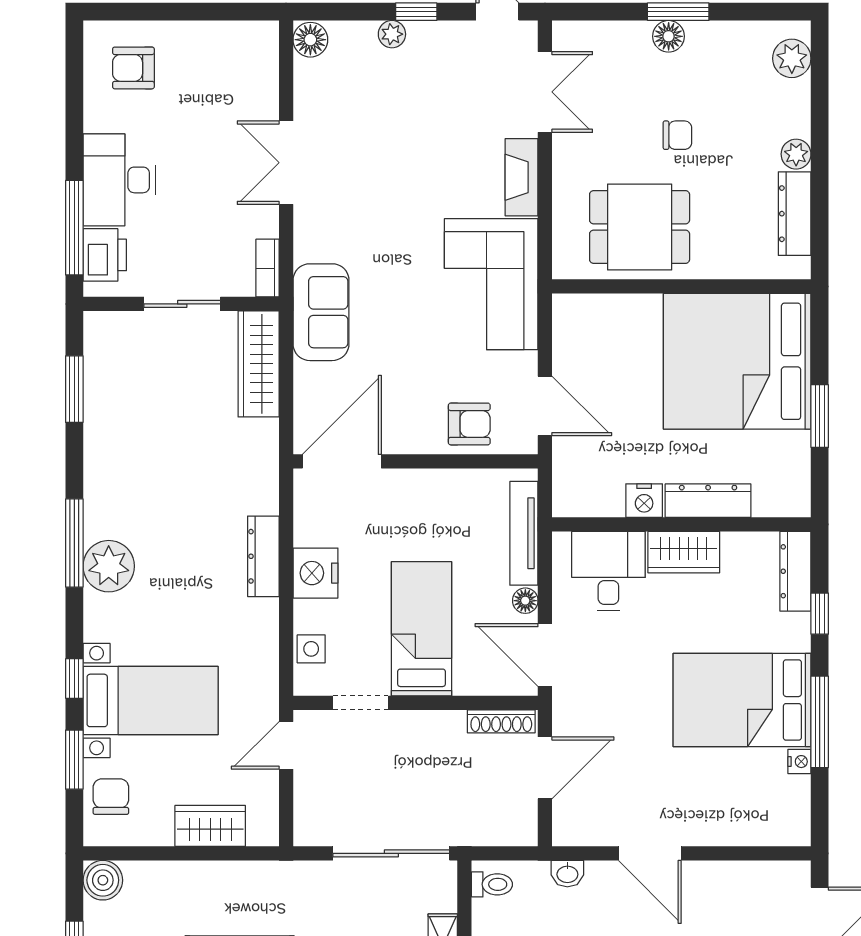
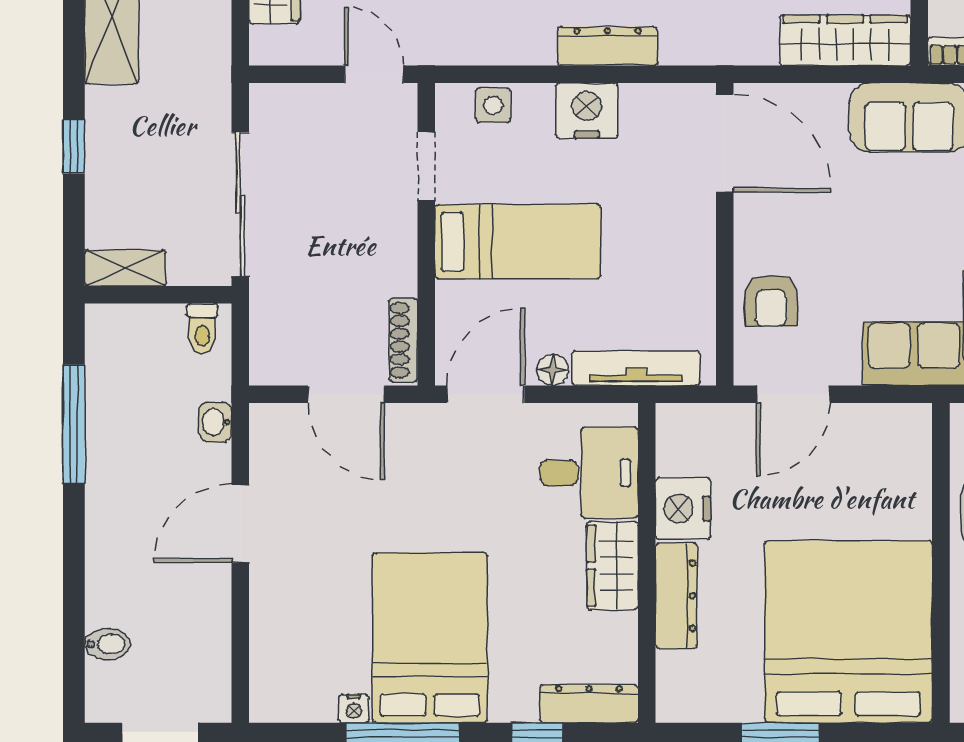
nightstand: (644, 501) -> (683, 509), width x1.36, depth x1.33

